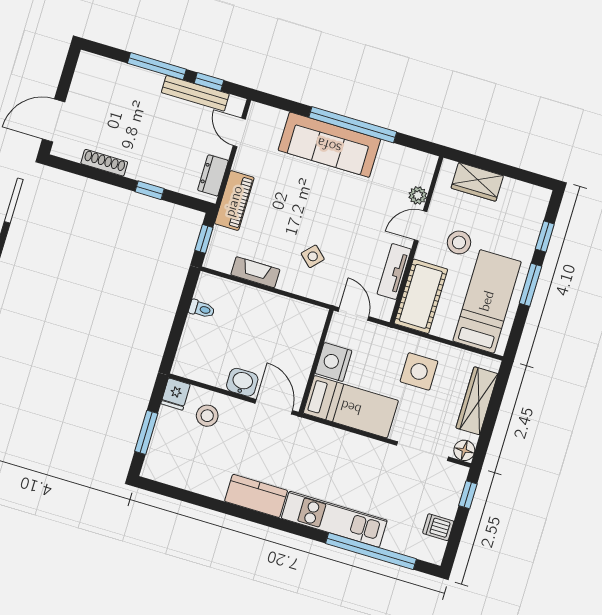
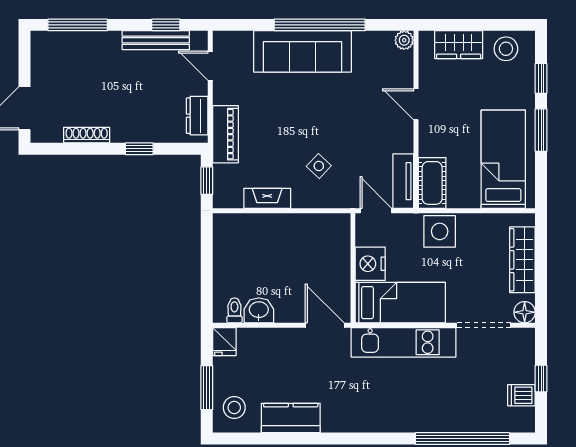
window: (157, 66) -> (78, 25), moved
plant: (418, 195) -> (404, 40), moved
door: (421, 226) -> (416, 104), hinge flipped
stool: (459, 242) -> (506, 49), moved
tv unit: (394, 272) -> (403, 181), moved
cot: (421, 296) -> (432, 183), width x0.73, depth x0.75
toilet: (202, 309) -> (234, 310), moved, turned -90
side table: (419, 371) -> (440, 231), moved
washbasin: (242, 382) -> (259, 310), moved
stool: (207, 416) -> (234, 408), moved
window: (468, 495) -> (541, 379), moved
kitchen counter: (256, 496) -> (291, 418), moved
kitchen unit: (334, 519) -> (404, 342), moved, turned 180

